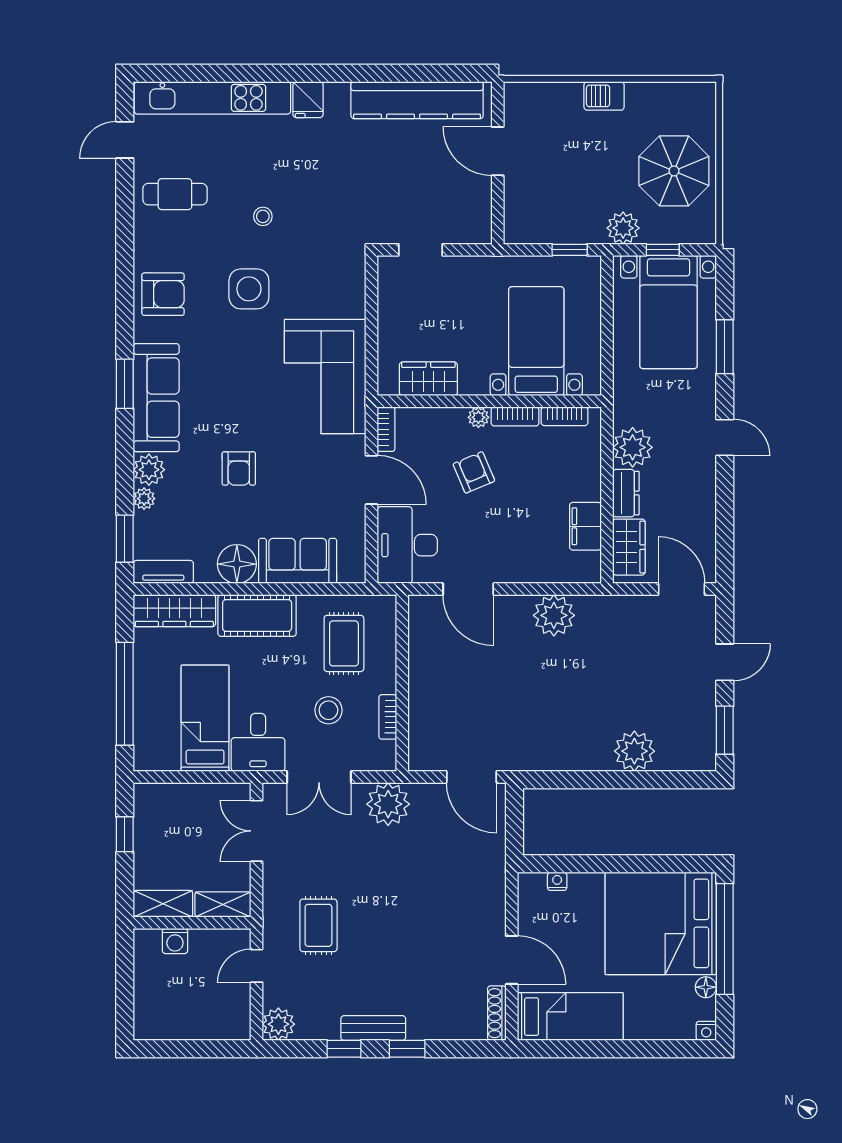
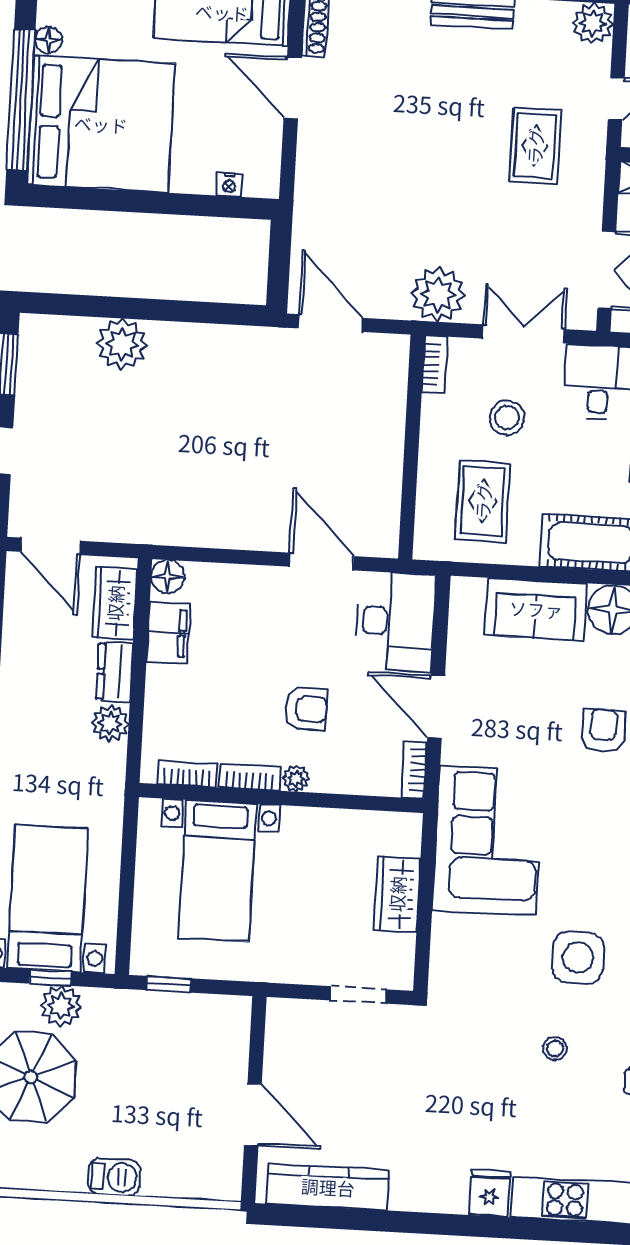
kitchen counter: (417, 100) -> (328, 1187), width x0.72, depth x0.86
plant: (623, 228) -> (61, 1006), moved
wardrobe: (428, 379) -> (397, 894), moved, turned 90
plant: (633, 447) -> (110, 723), width x0.73, depth x0.73
armchair: (474, 472) -> (306, 709), turned -67
floor lamp: (588, 570) -> (168, 577), added
plant: (554, 615) -> (215, 522), removed
bookcase: (388, 717) -> (435, 364), moved

